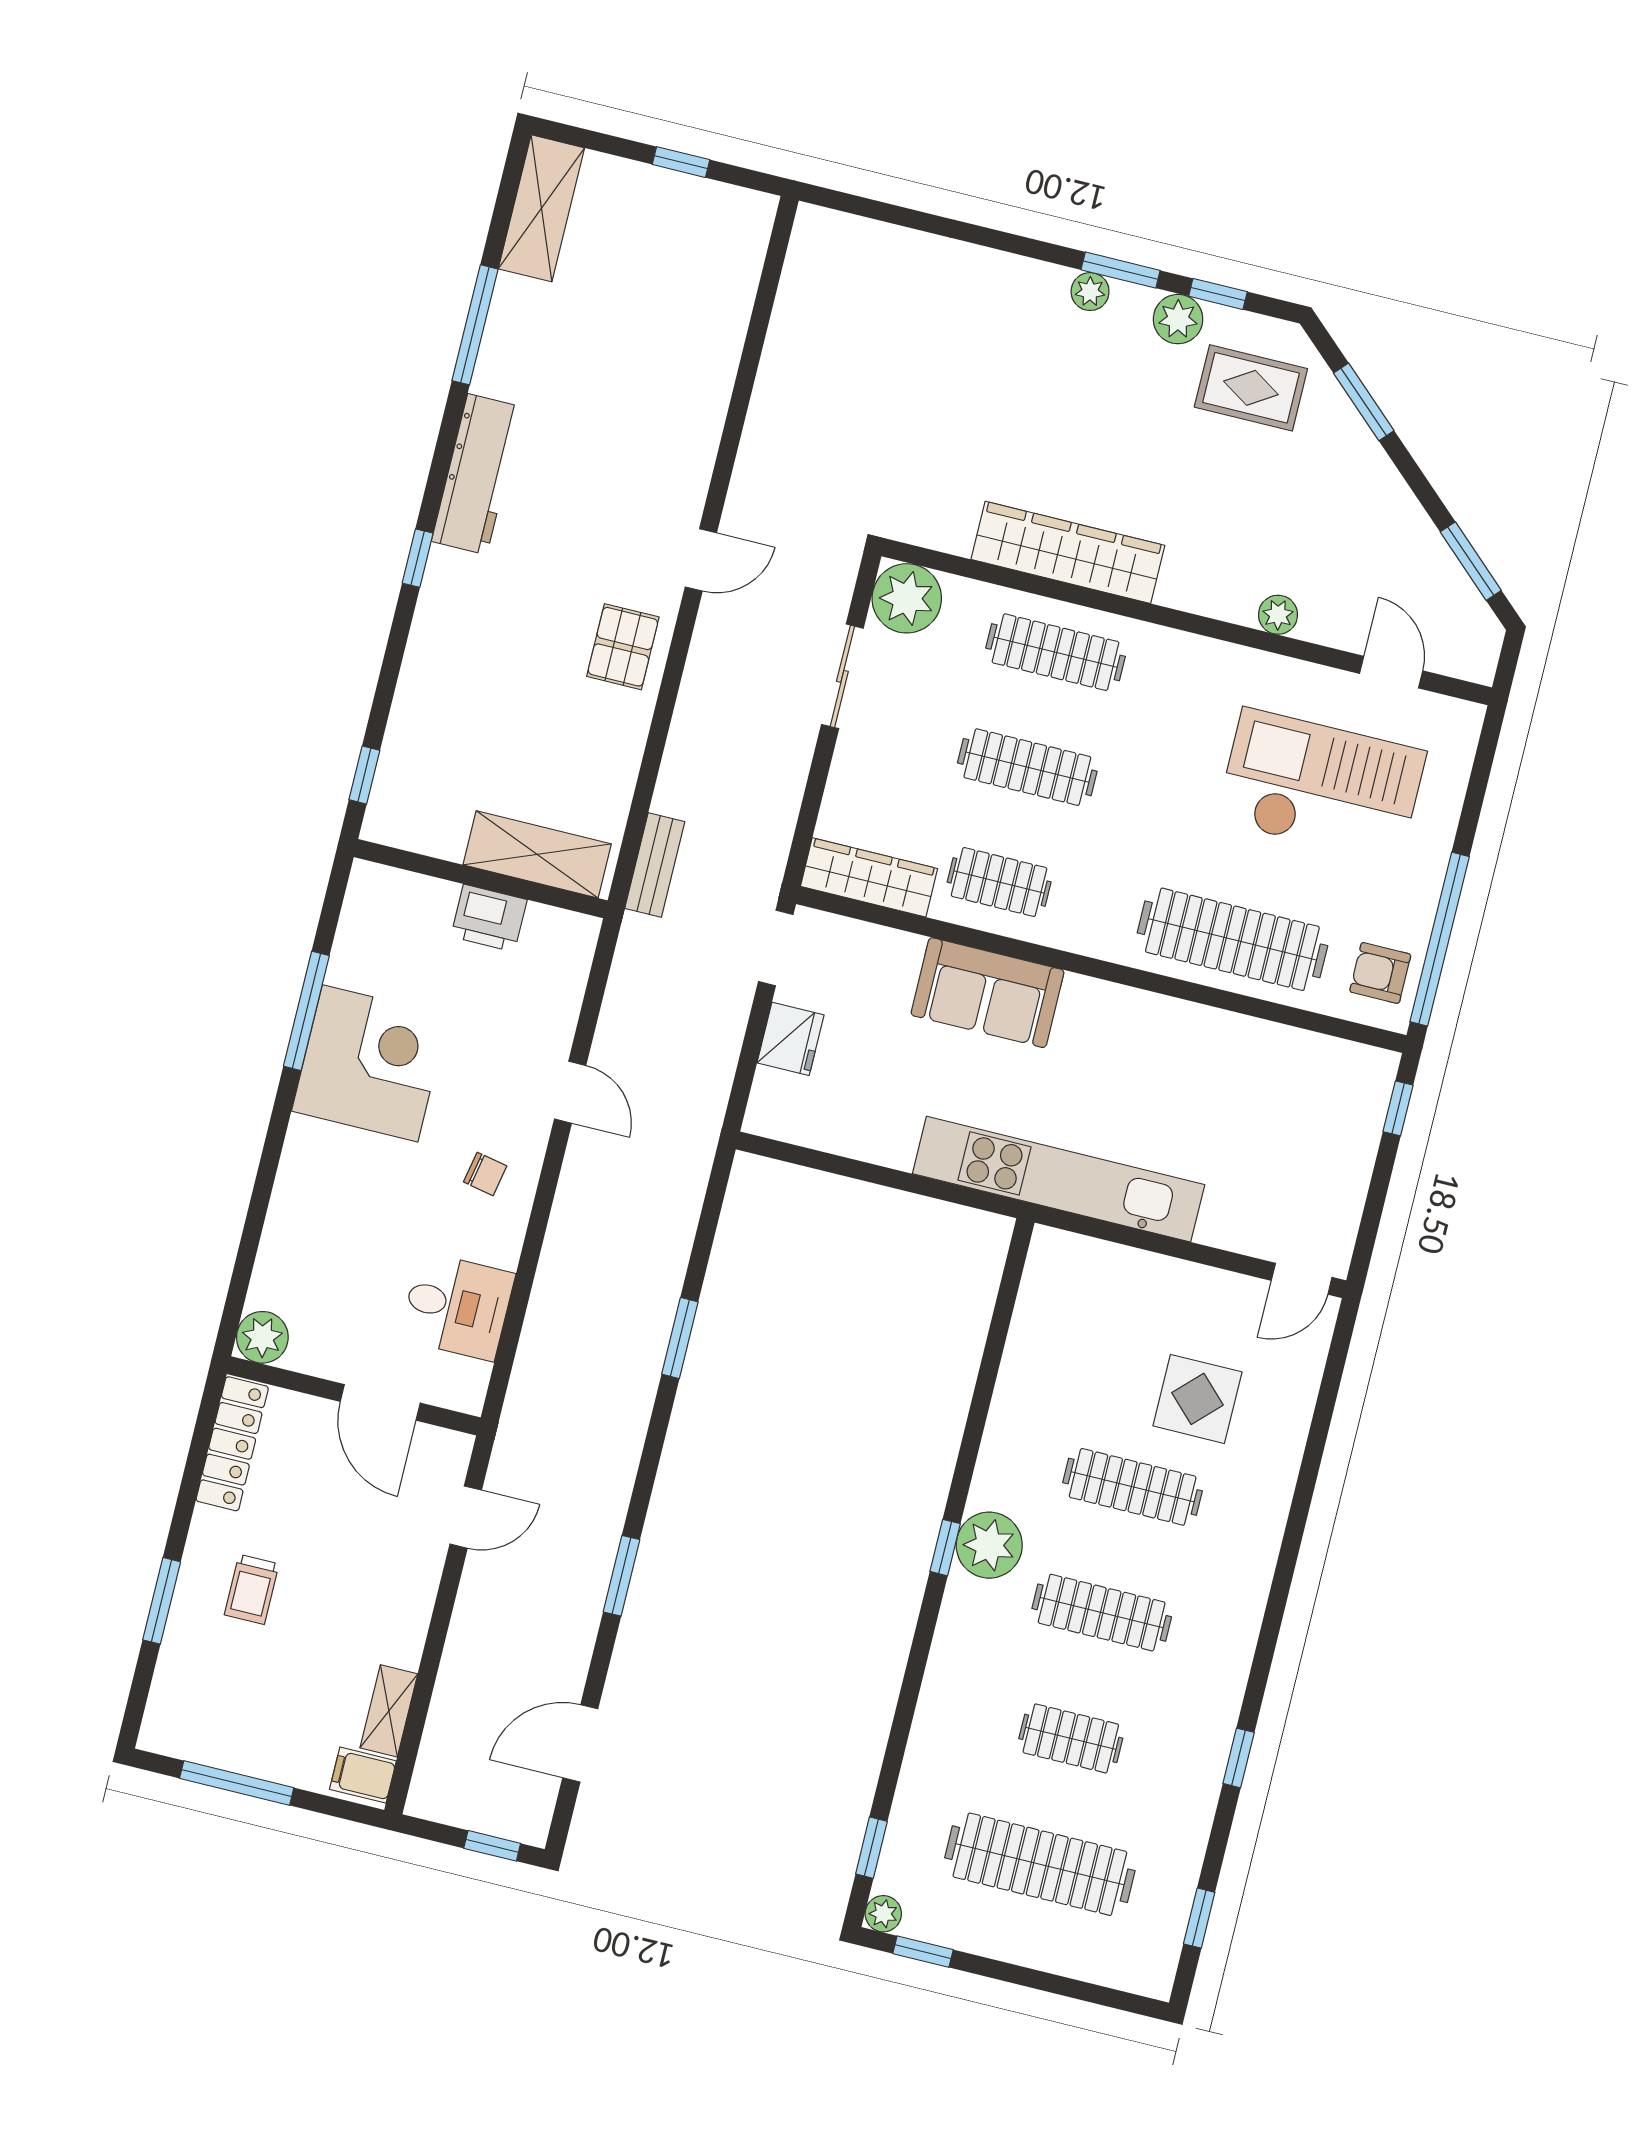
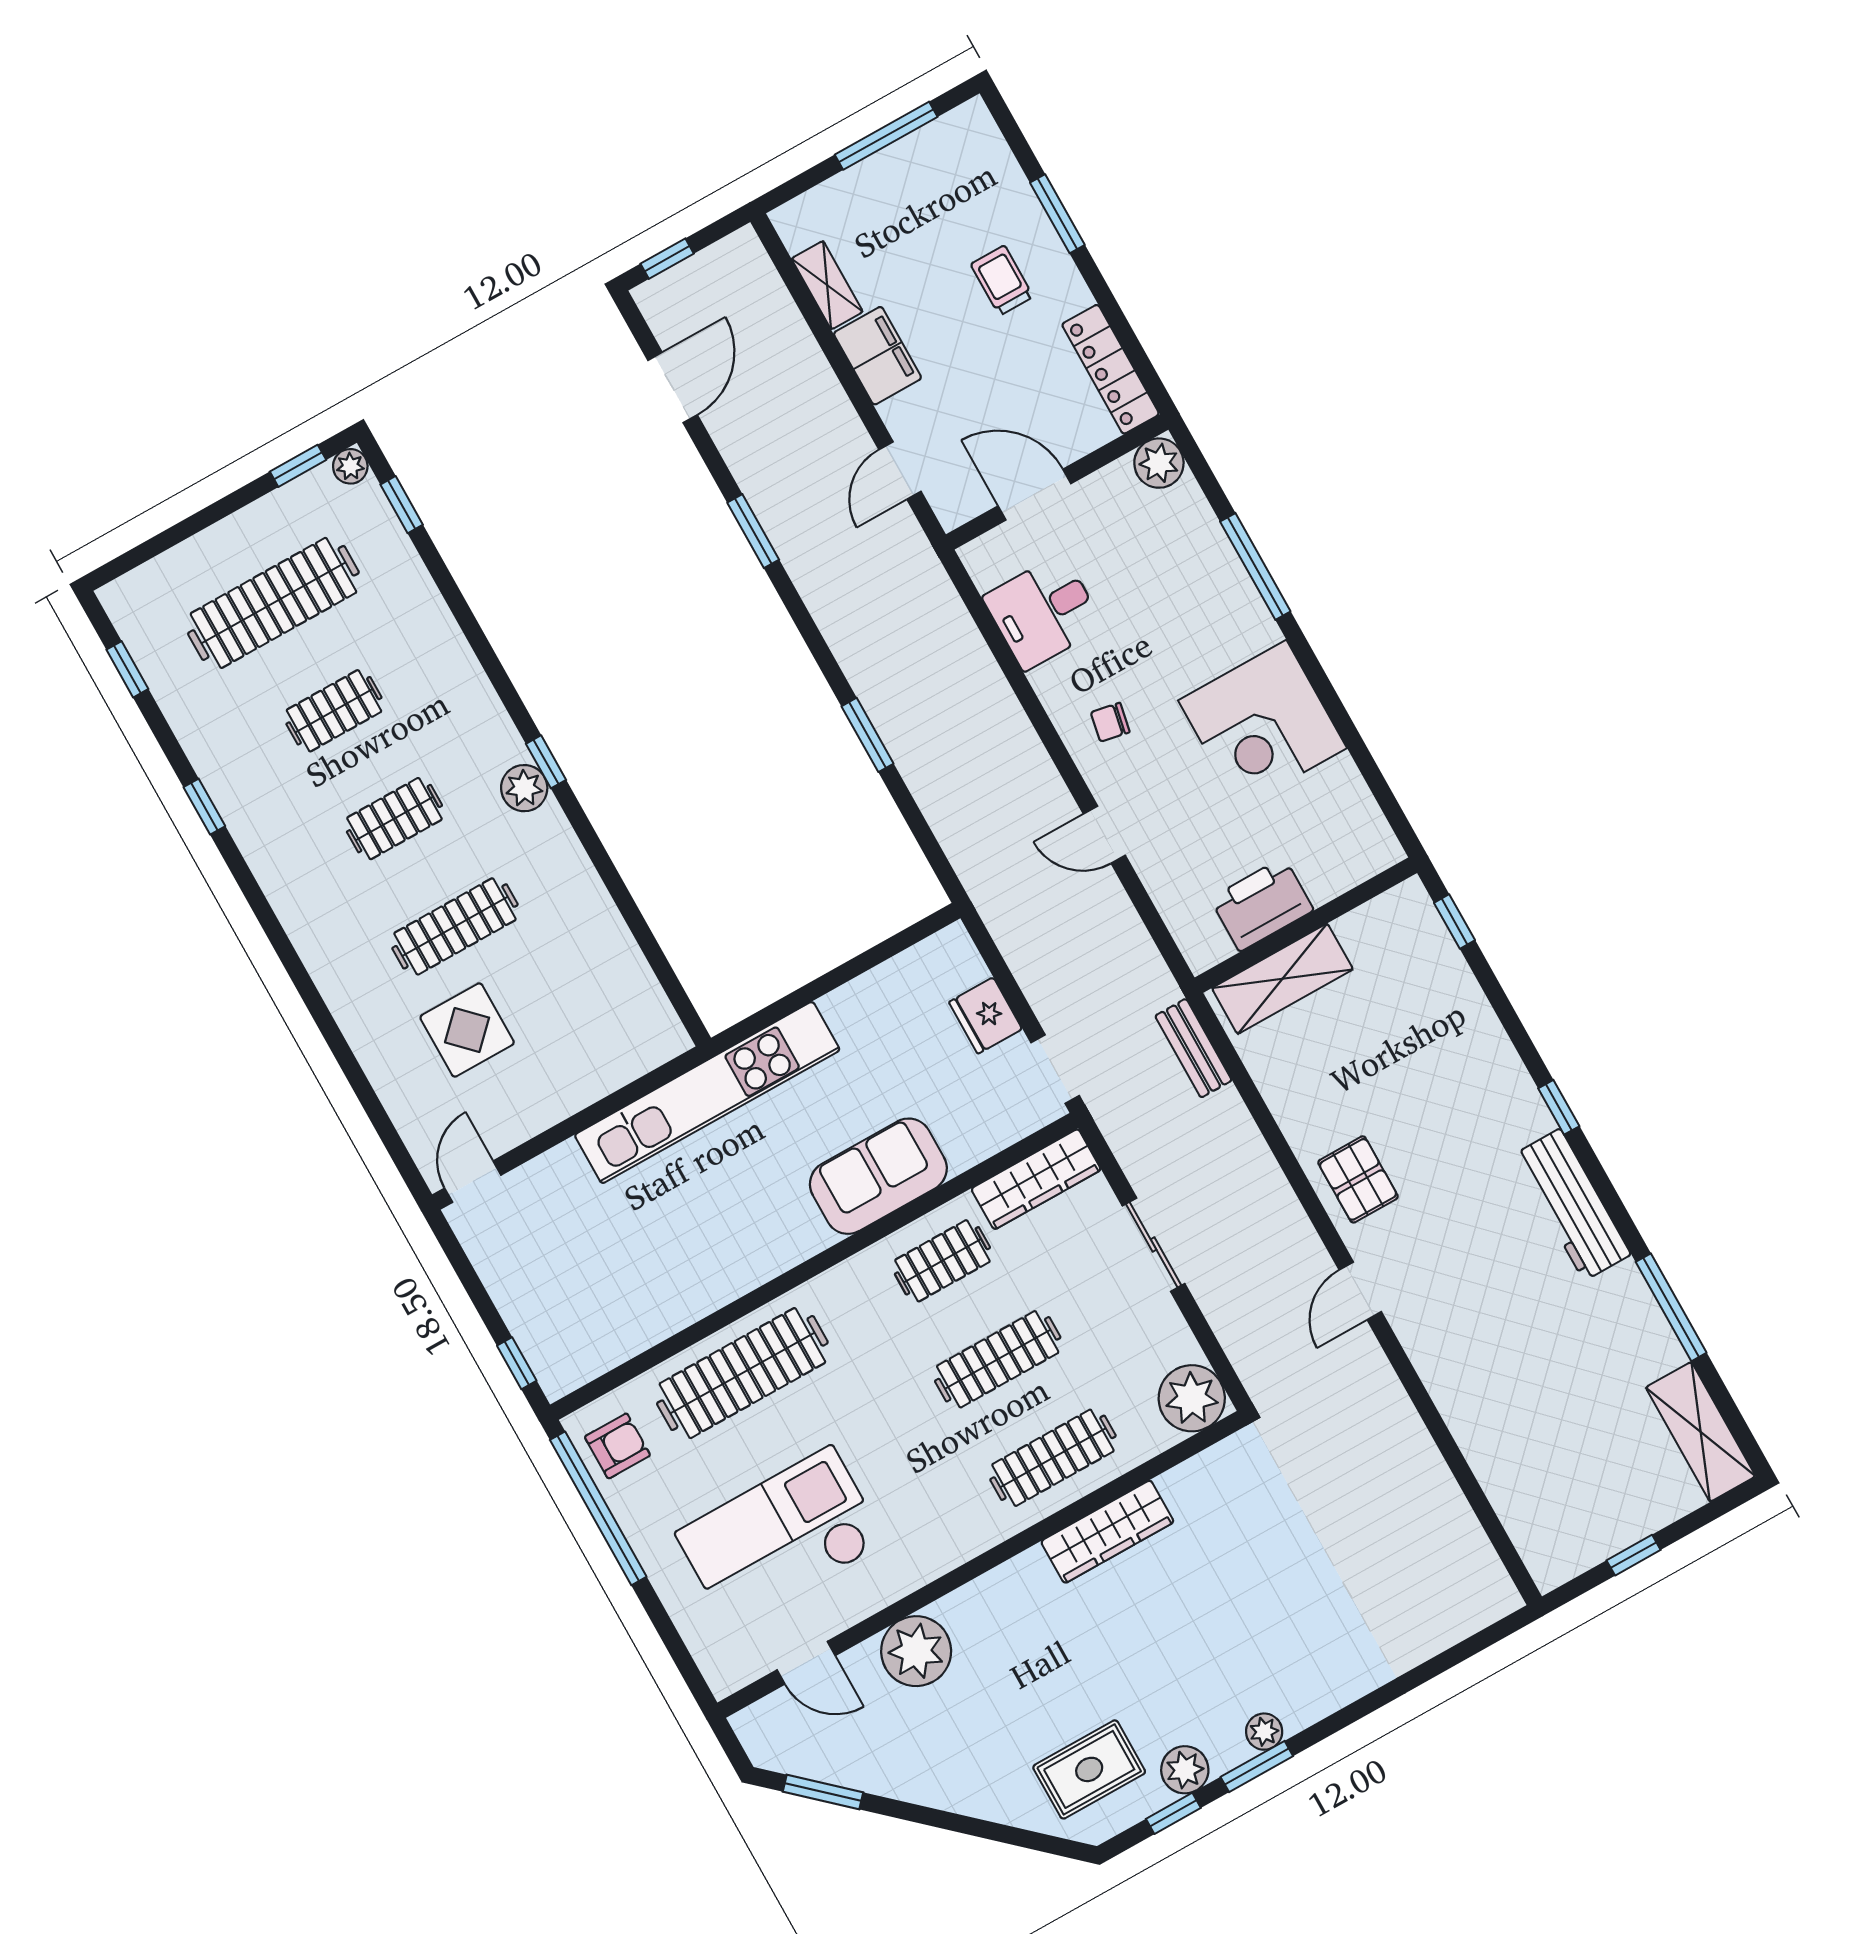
window: (1364, 402) -> (1001, 1833), removed
wardrobe: (1068, 552) -> (1107, 1532), width x0.71, depth x0.85
plant: (1278, 615) -> (916, 1651), width x1.87, depth x1.87
sliding door: (842, 676) -> (1154, 1245), moved
checkout: (1321, 786) -> (781, 1538), turned 180
printer: (489, 918) -> (1262, 904), width x1.37, depth x1.19
window: (306, 1011) -> (1255, 566), moved
plant: (989, 1545) -> (524, 788), width x0.73, depth x0.73
clothes rail: (1102, 1613) -> (394, 819), width x0.73
filing cabinet: (363, 1775) -> (877, 356), moved, width x2.00

